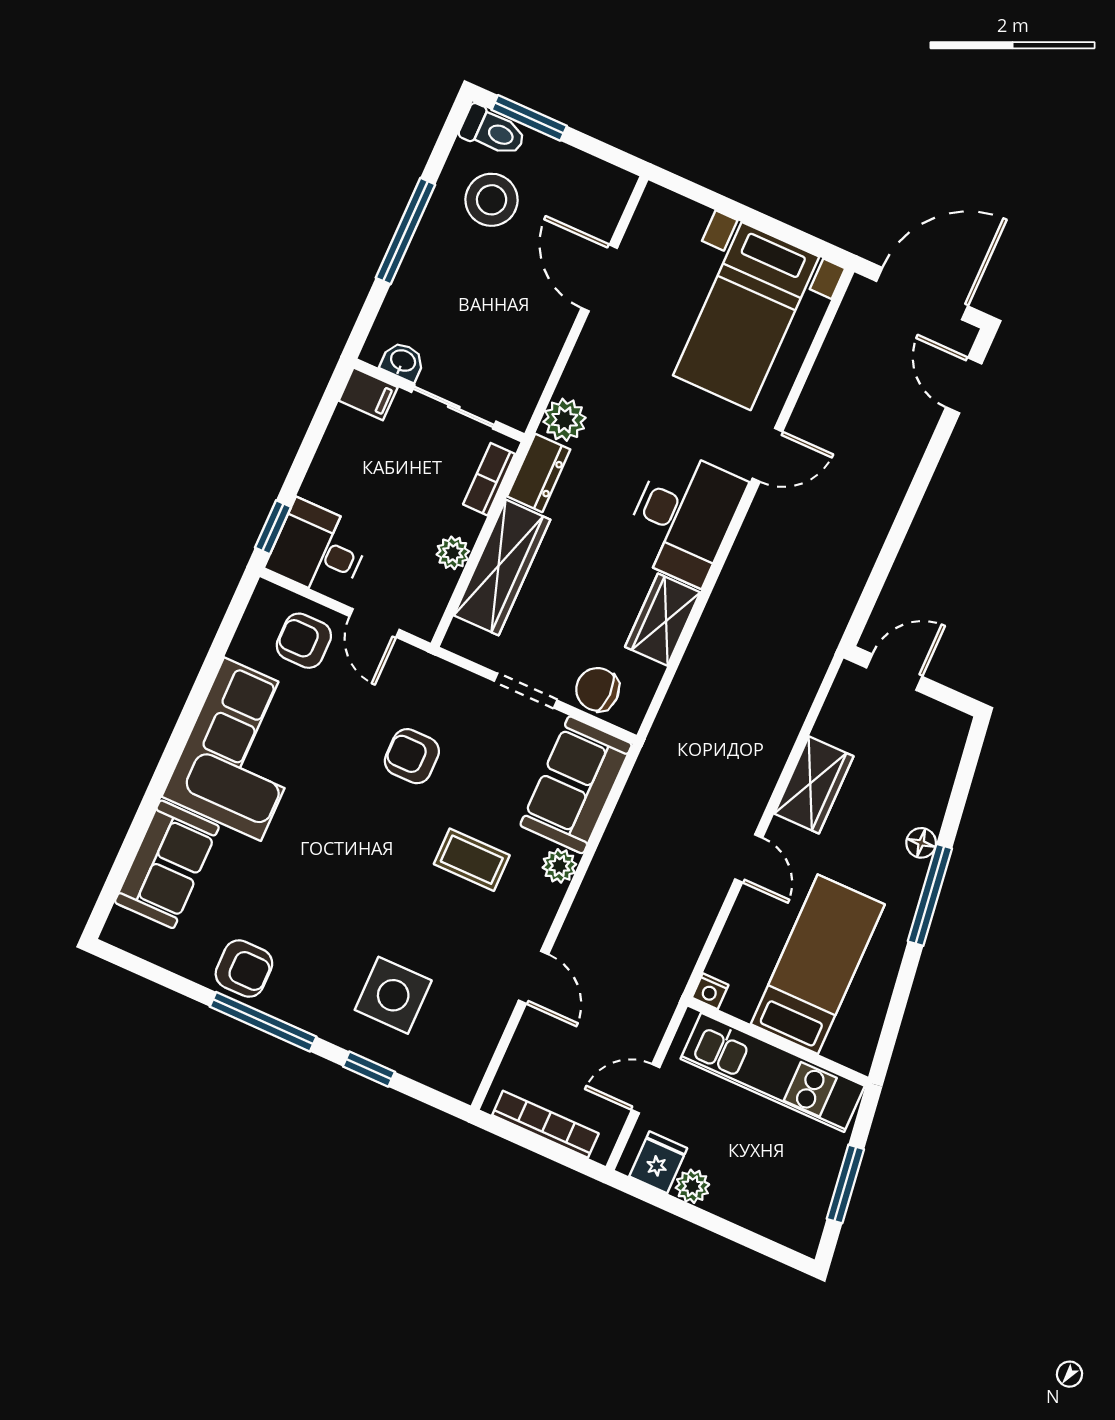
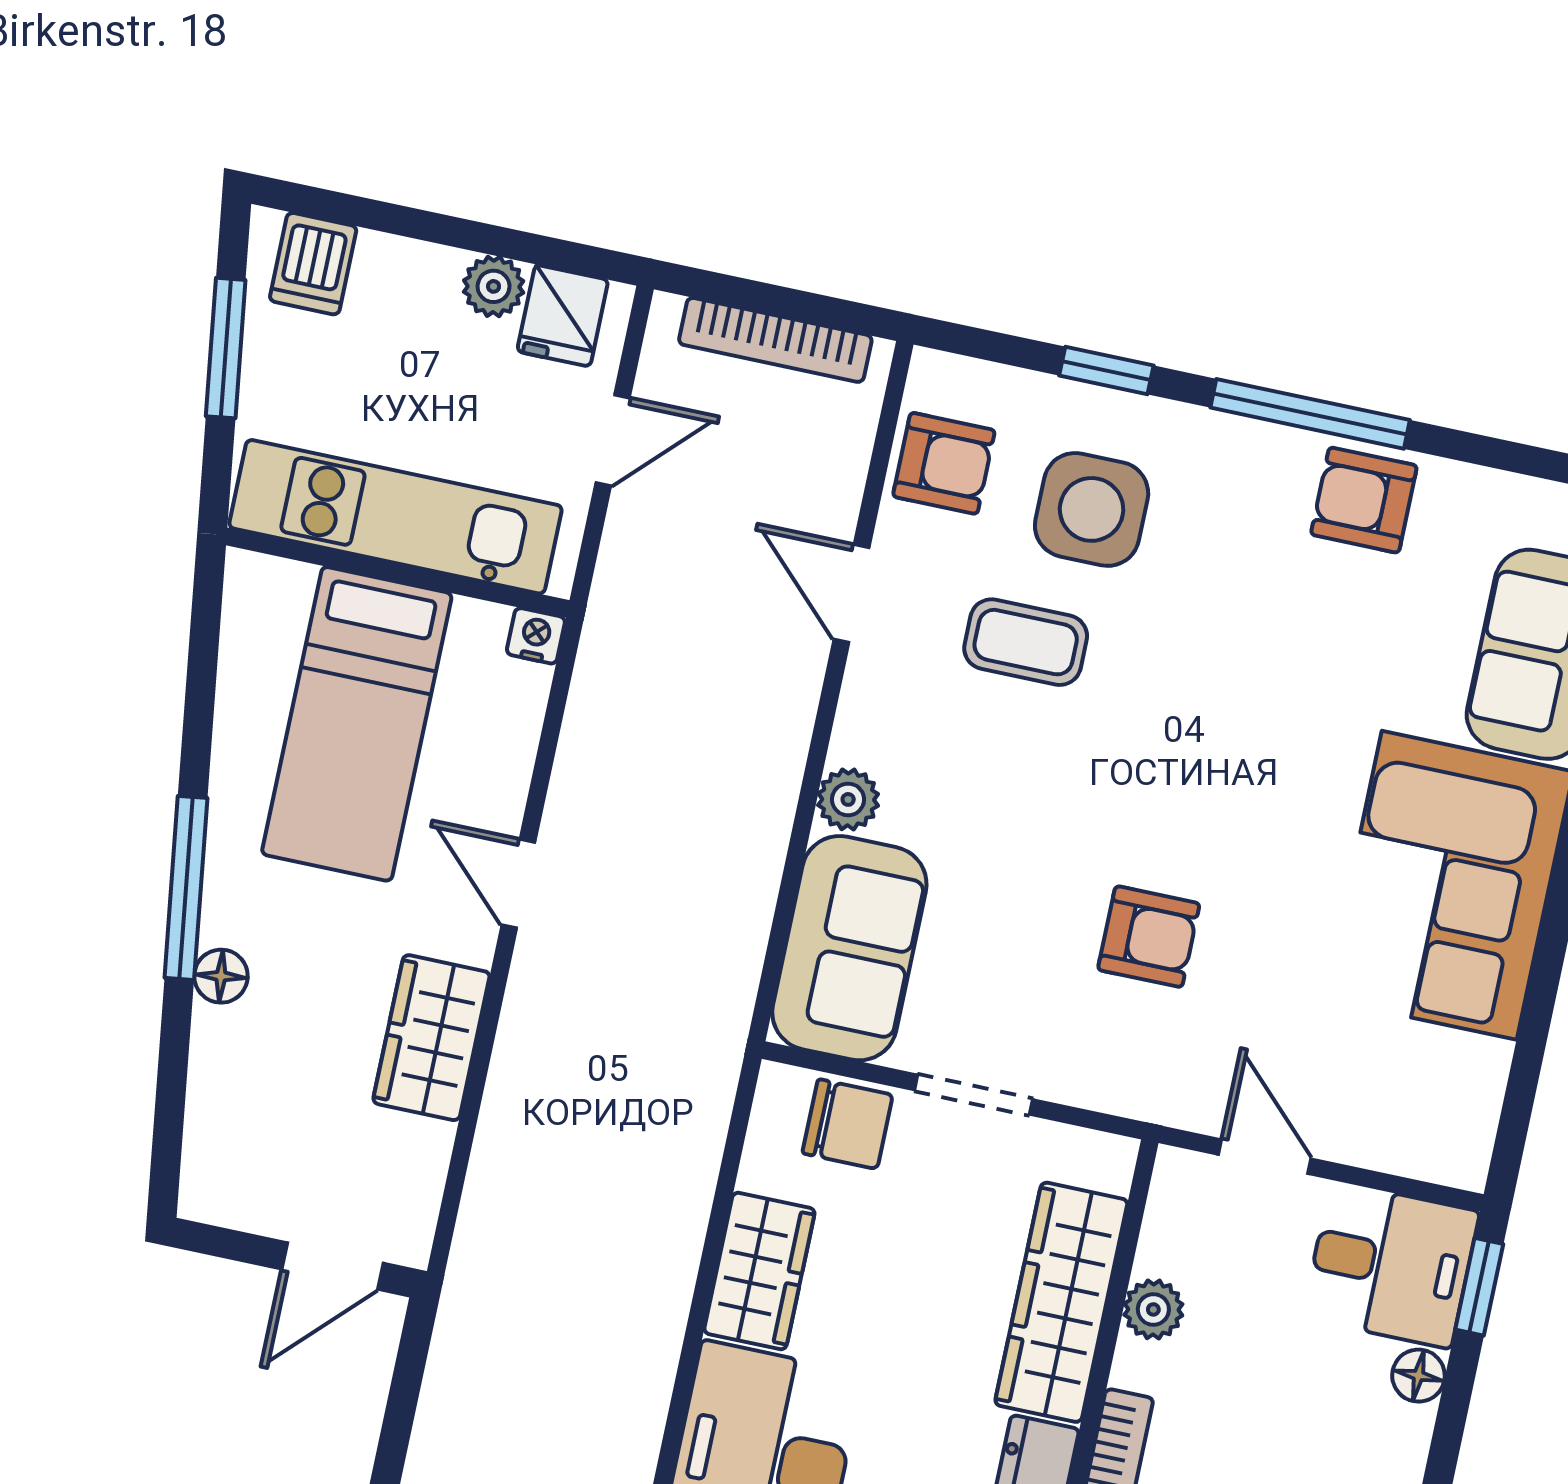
floor lamp: (316, 486) -> (1418, 1376), added
armchair: (304, 641) -> (944, 463), moved
coffee table: (472, 860) -> (1026, 642), moved
dishwasher: (788, 1220) -> (313, 264), added

